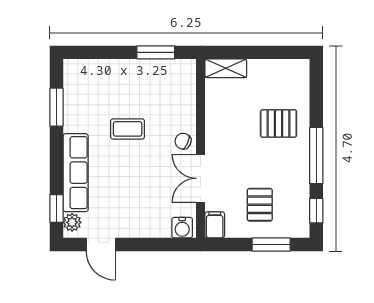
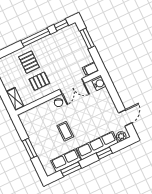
window: (156, 52) -> (30, 148), moved
row of seats: (76, 105) -> (66, 161), added
pallet: (260, 205) -> (39, 81), moved
window: (56, 208) -> (104, 153), moved

